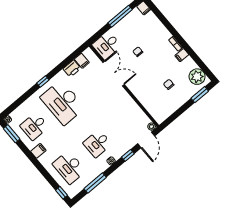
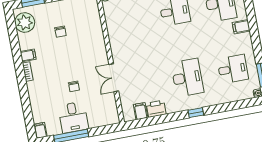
desk: (107, 45) -> (73, 117), moved, turned 90
double door: (114, 73) -> (114, 78), width x0.73
desk: (63, 102) -> (187, 78), width x0.73, depth x0.77
filing cabinet: (38, 151) -> (241, 27), moved

